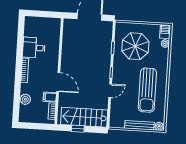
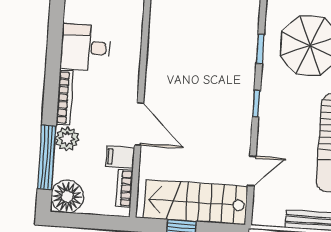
door: (110, 91) -> (252, 171), moved
window: (17, 97) -> (47, 157), added
plant: (25, 99) -> (67, 139), moved
floor lamp: (26, 115) -> (67, 197), added

